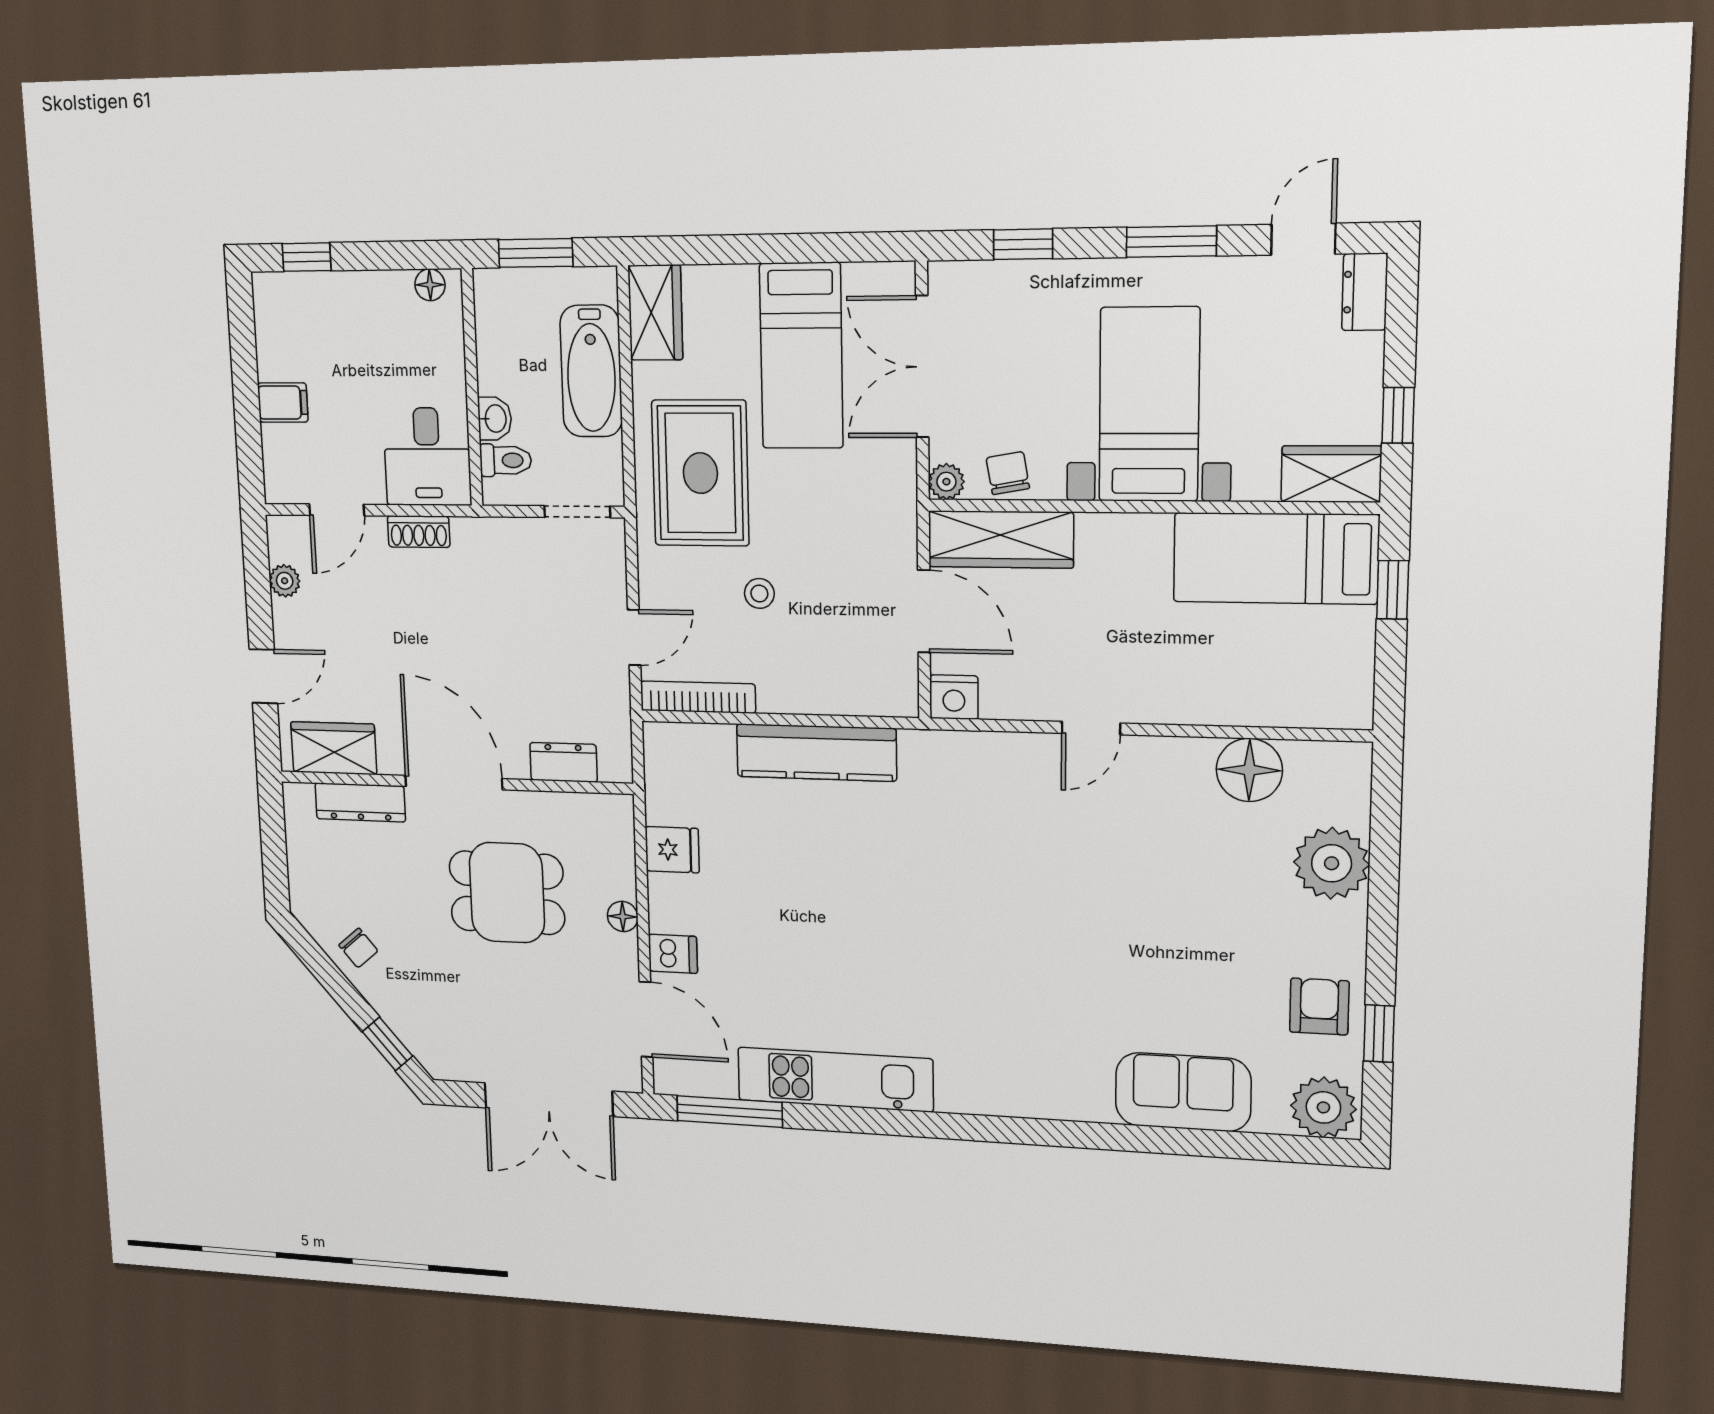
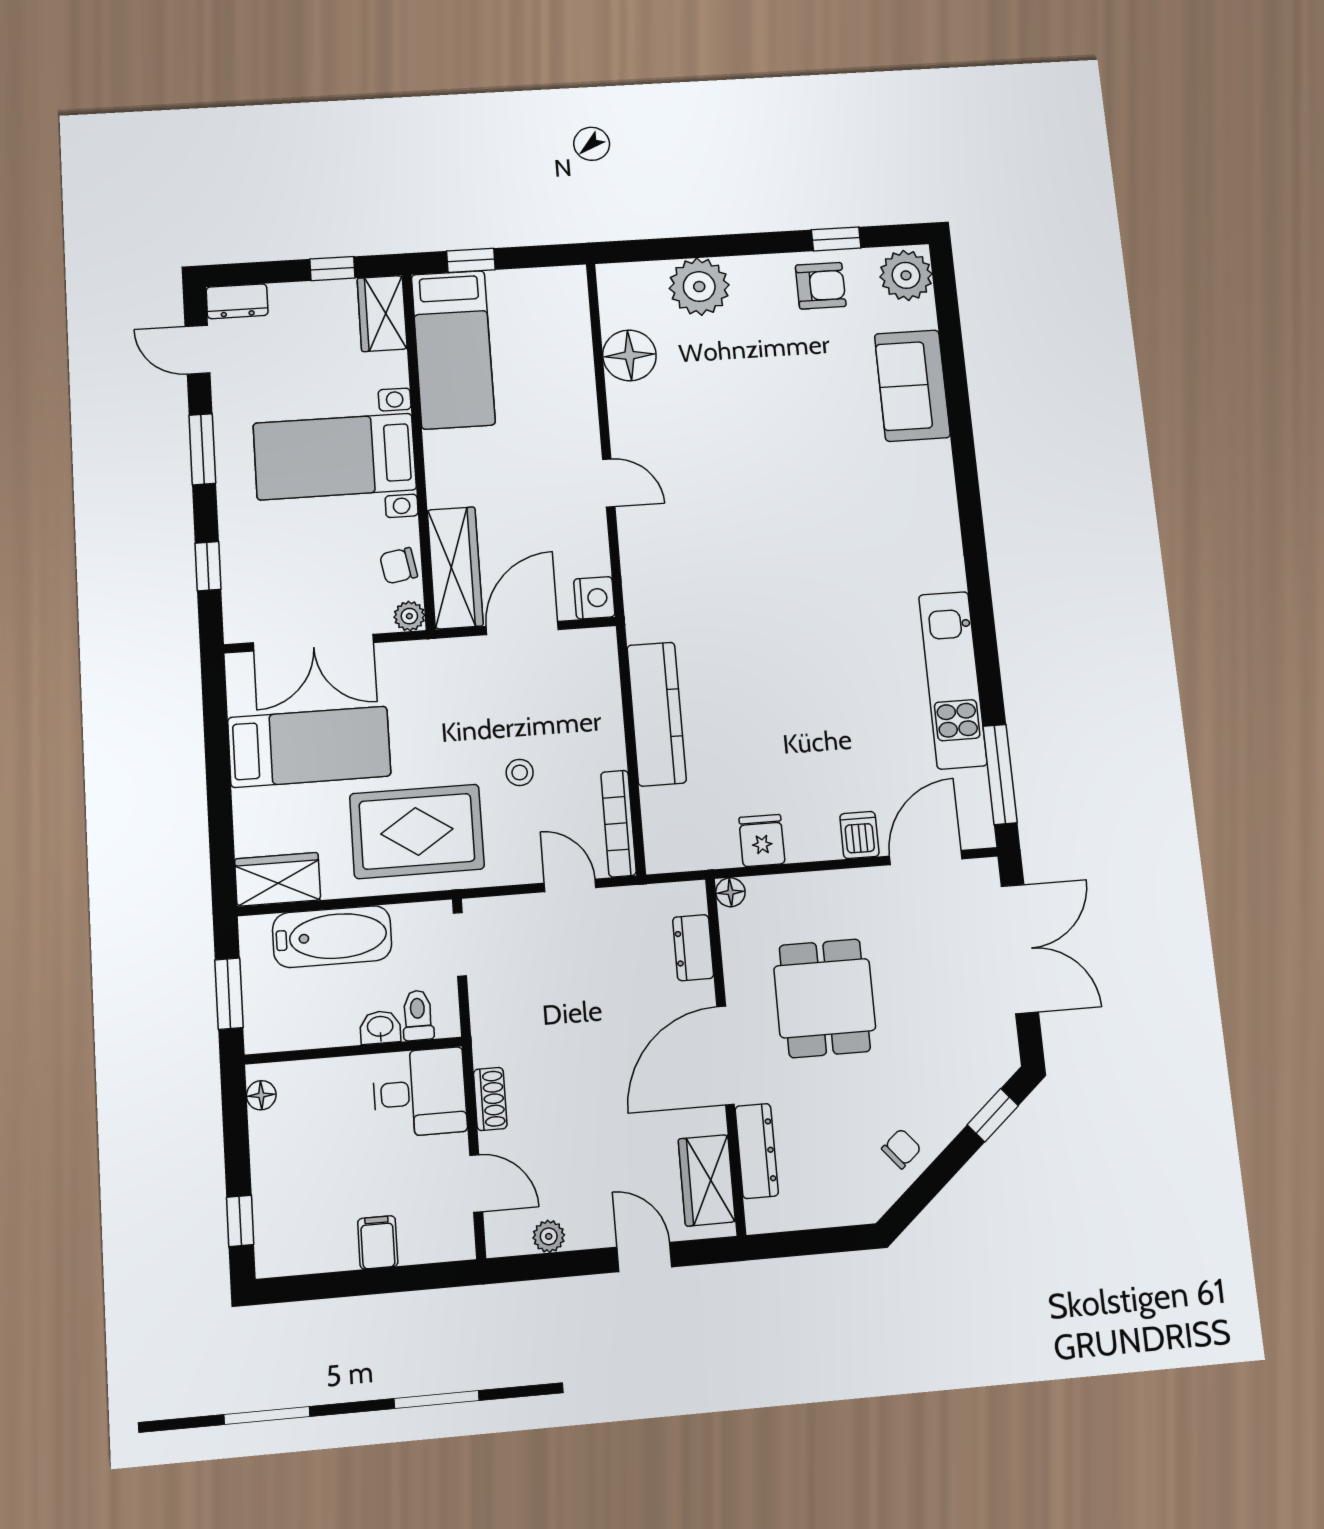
floor lamp: (623, 916) -> (730, 892), moved
armchair: (1319, 1007) -> (821, 286), turned 180

